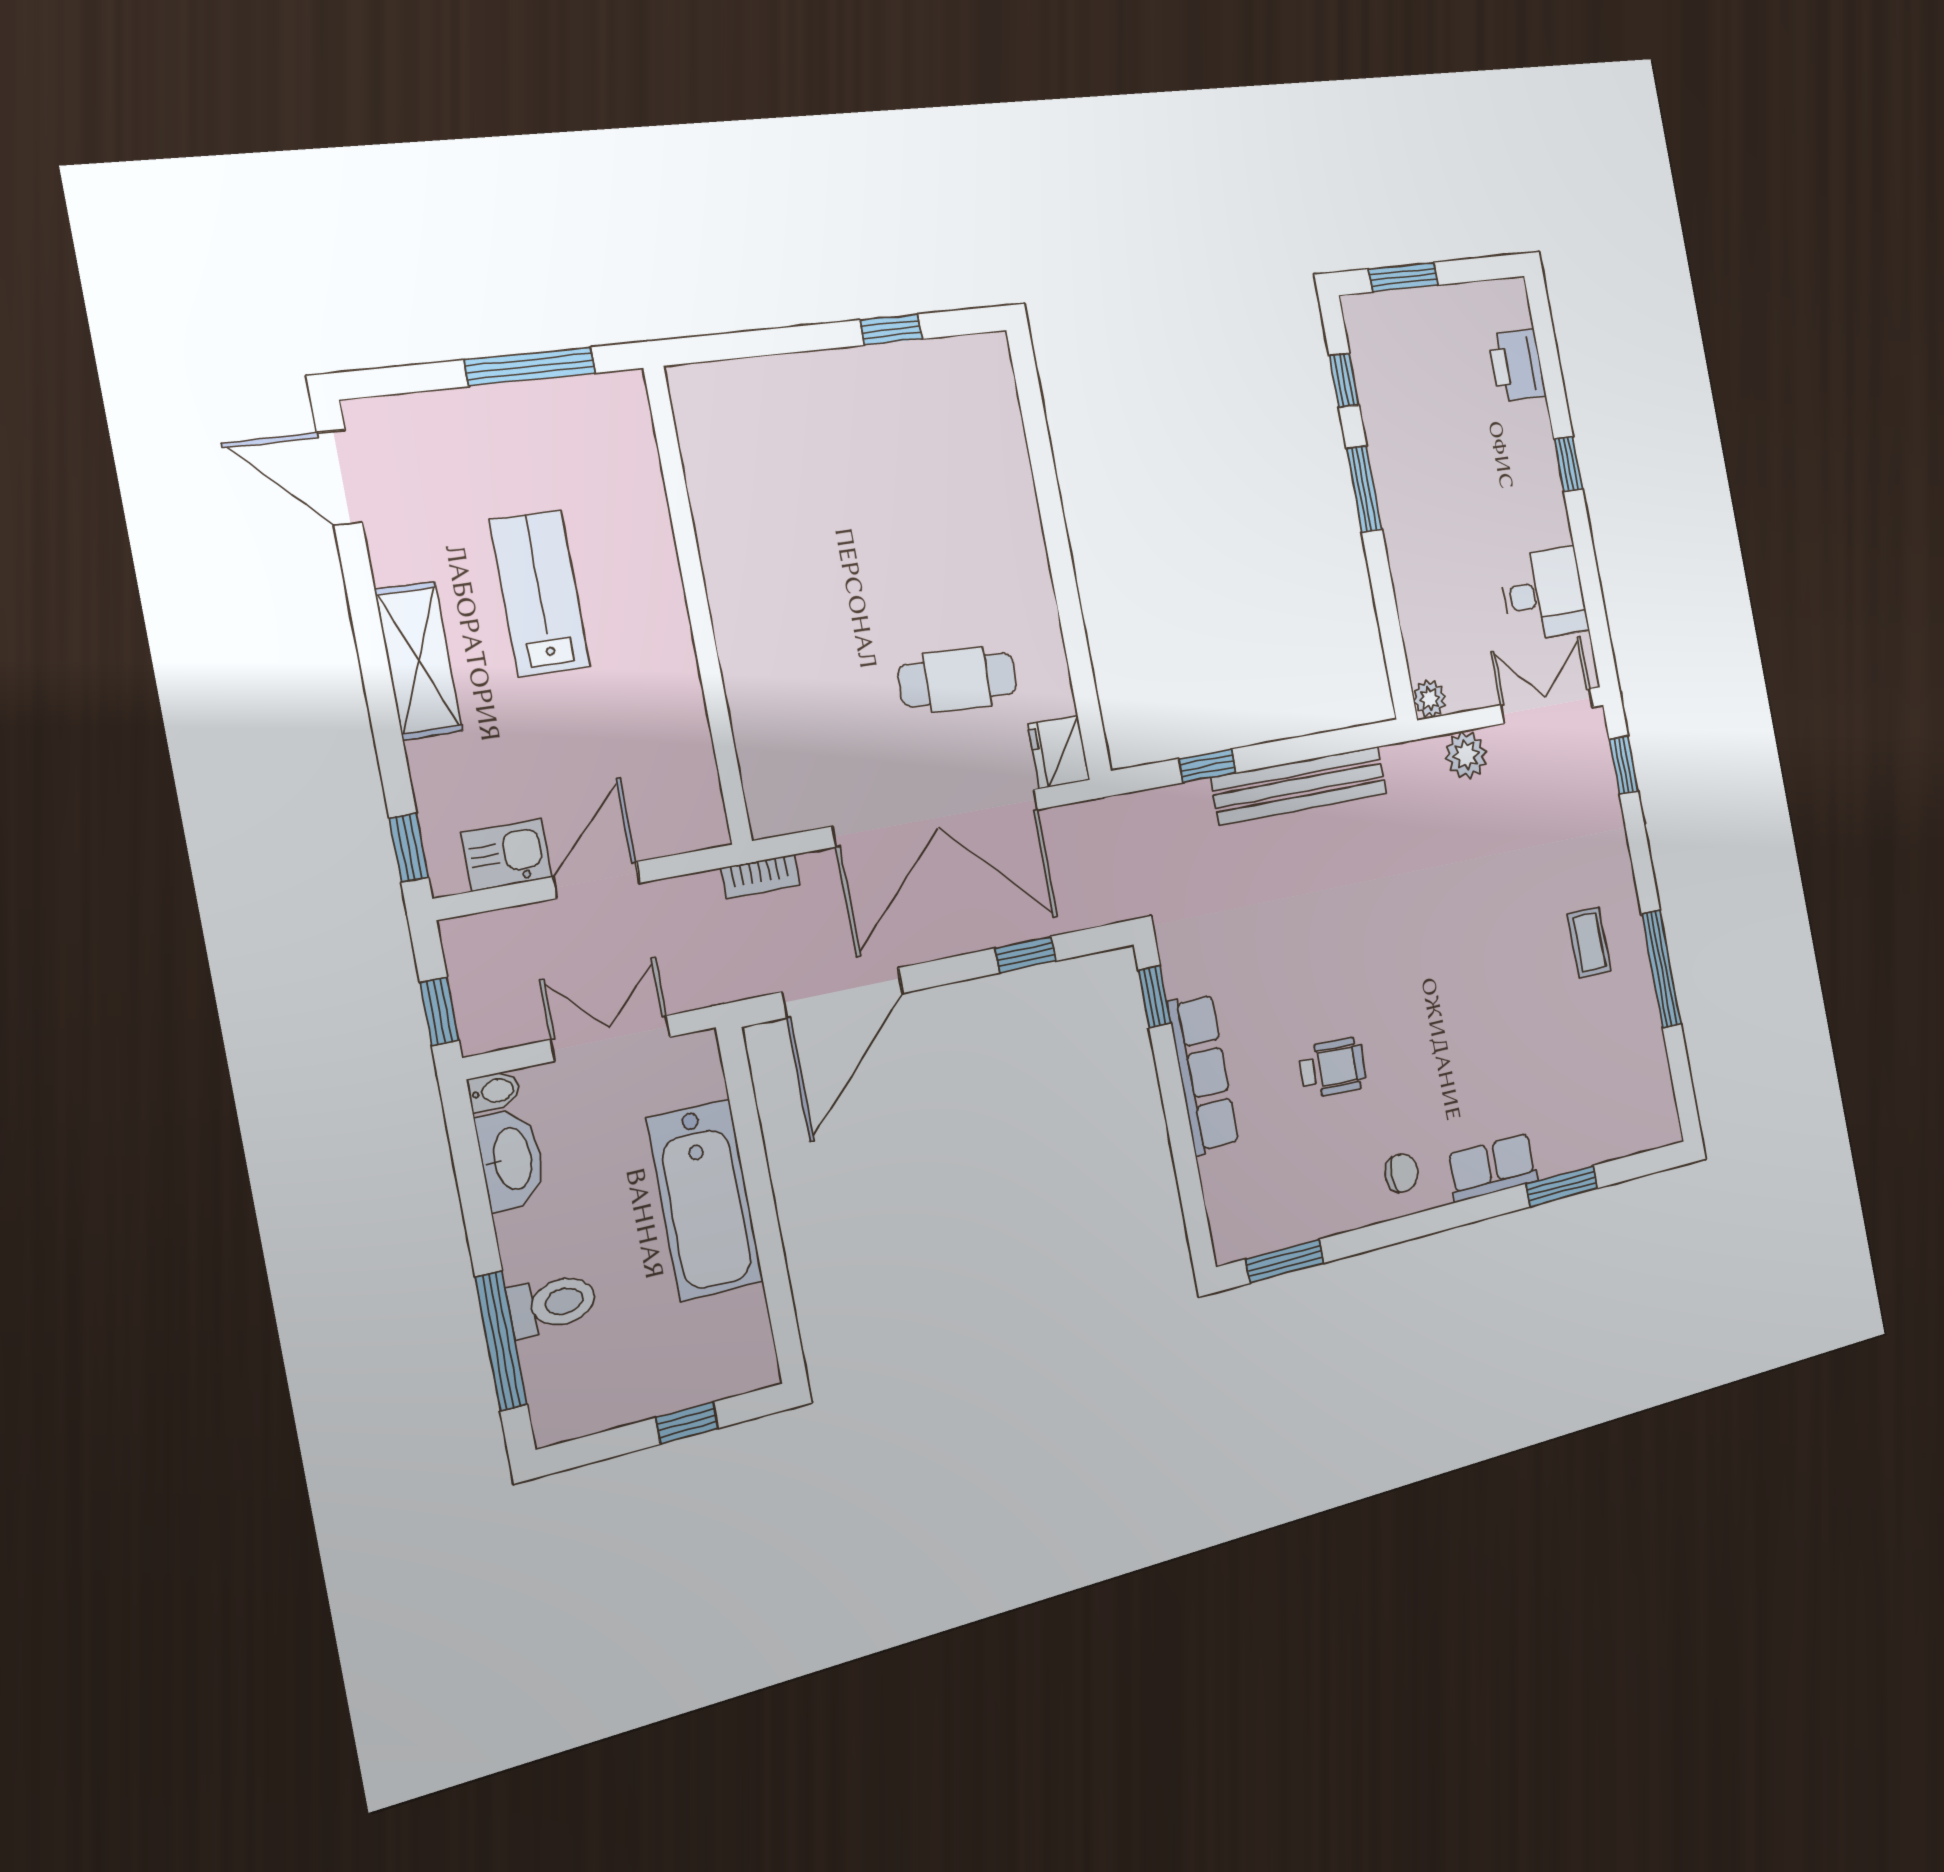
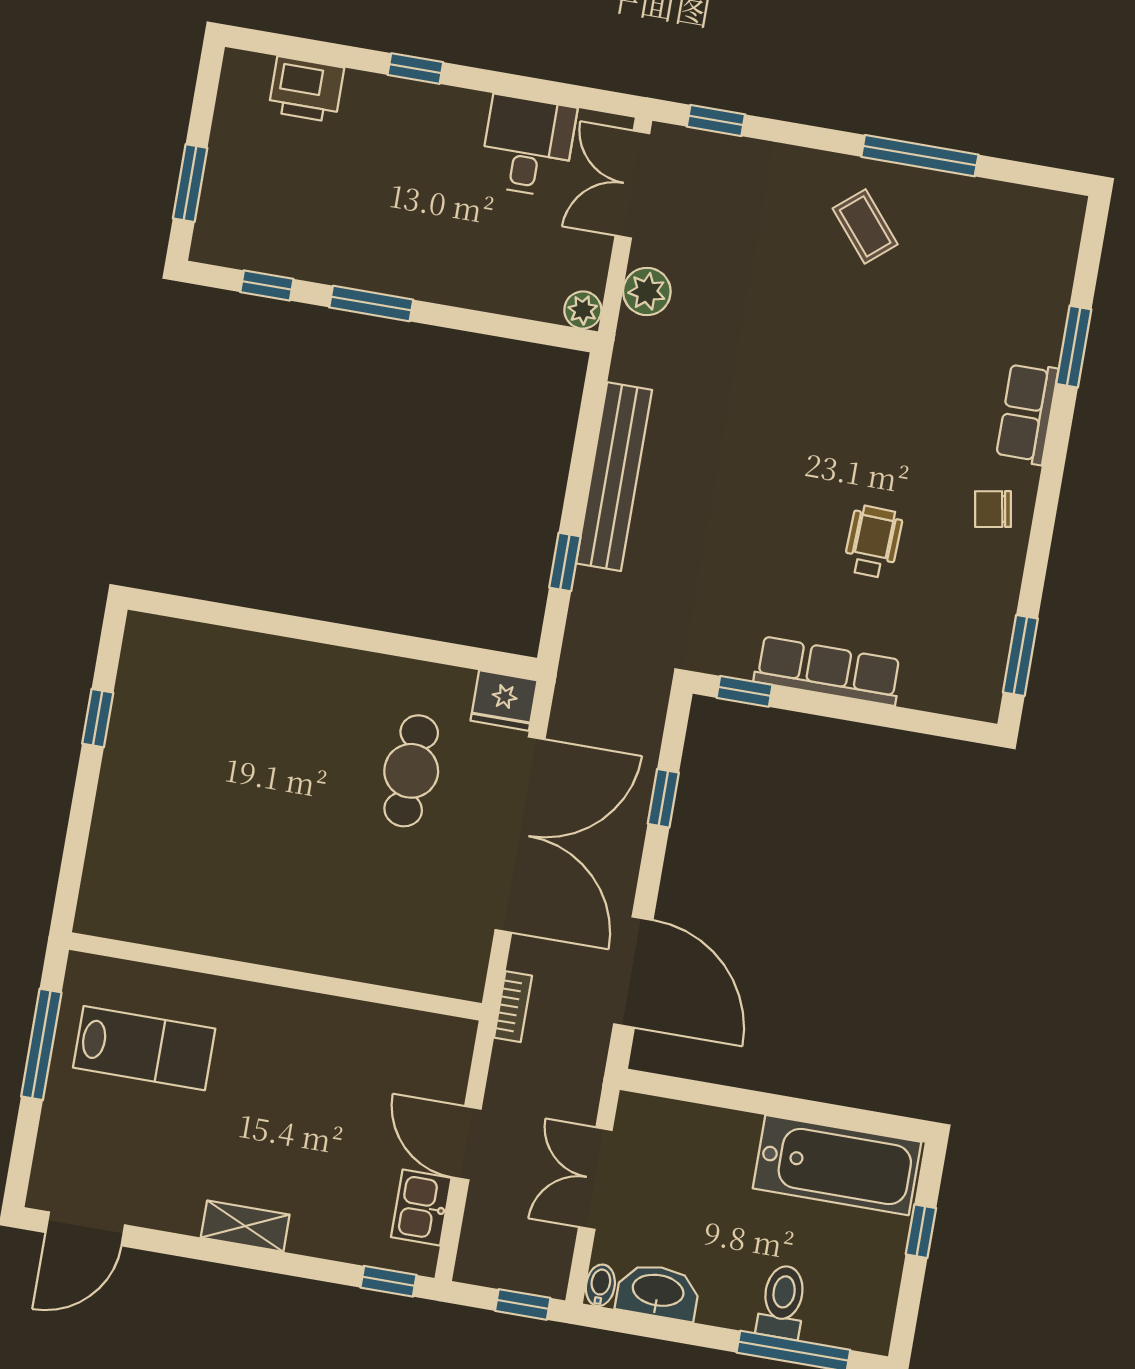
lab bench: (540, 593) -> (144, 1048), moved, turned 180
shelving: (419, 660) -> (245, 1226), width x0.67, depth x0.75
coffee table: (1589, 942) -> (865, 226), turned 50
chair: (1402, 1173) -> (993, 509), turned -100
bathtub: (705, 1200) -> (837, 1165), moved

